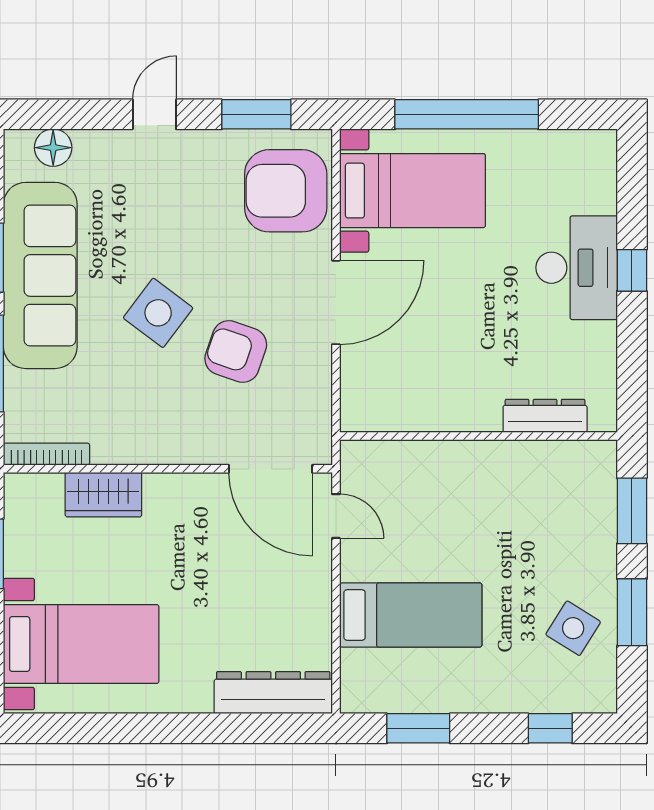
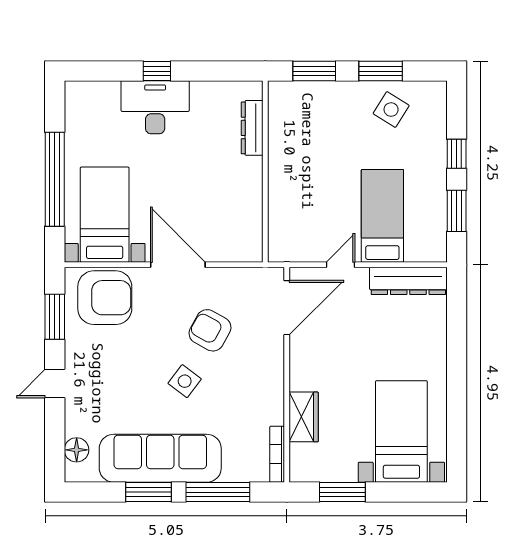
door: (154, 114) -> (55, 384), hinge flipped
armchair: (286, 191) -> (105, 298), turned -90
side table: (158, 313) -> (185, 381), width x0.73, depth x0.73
armchair: (236, 352) -> (210, 330), turned 100
door: (336, 516) -> (341, 265), moved
dresser: (273, 693) -> (408, 281), moved, turned -90
window: (550, 728) -> (457, 154), moved

